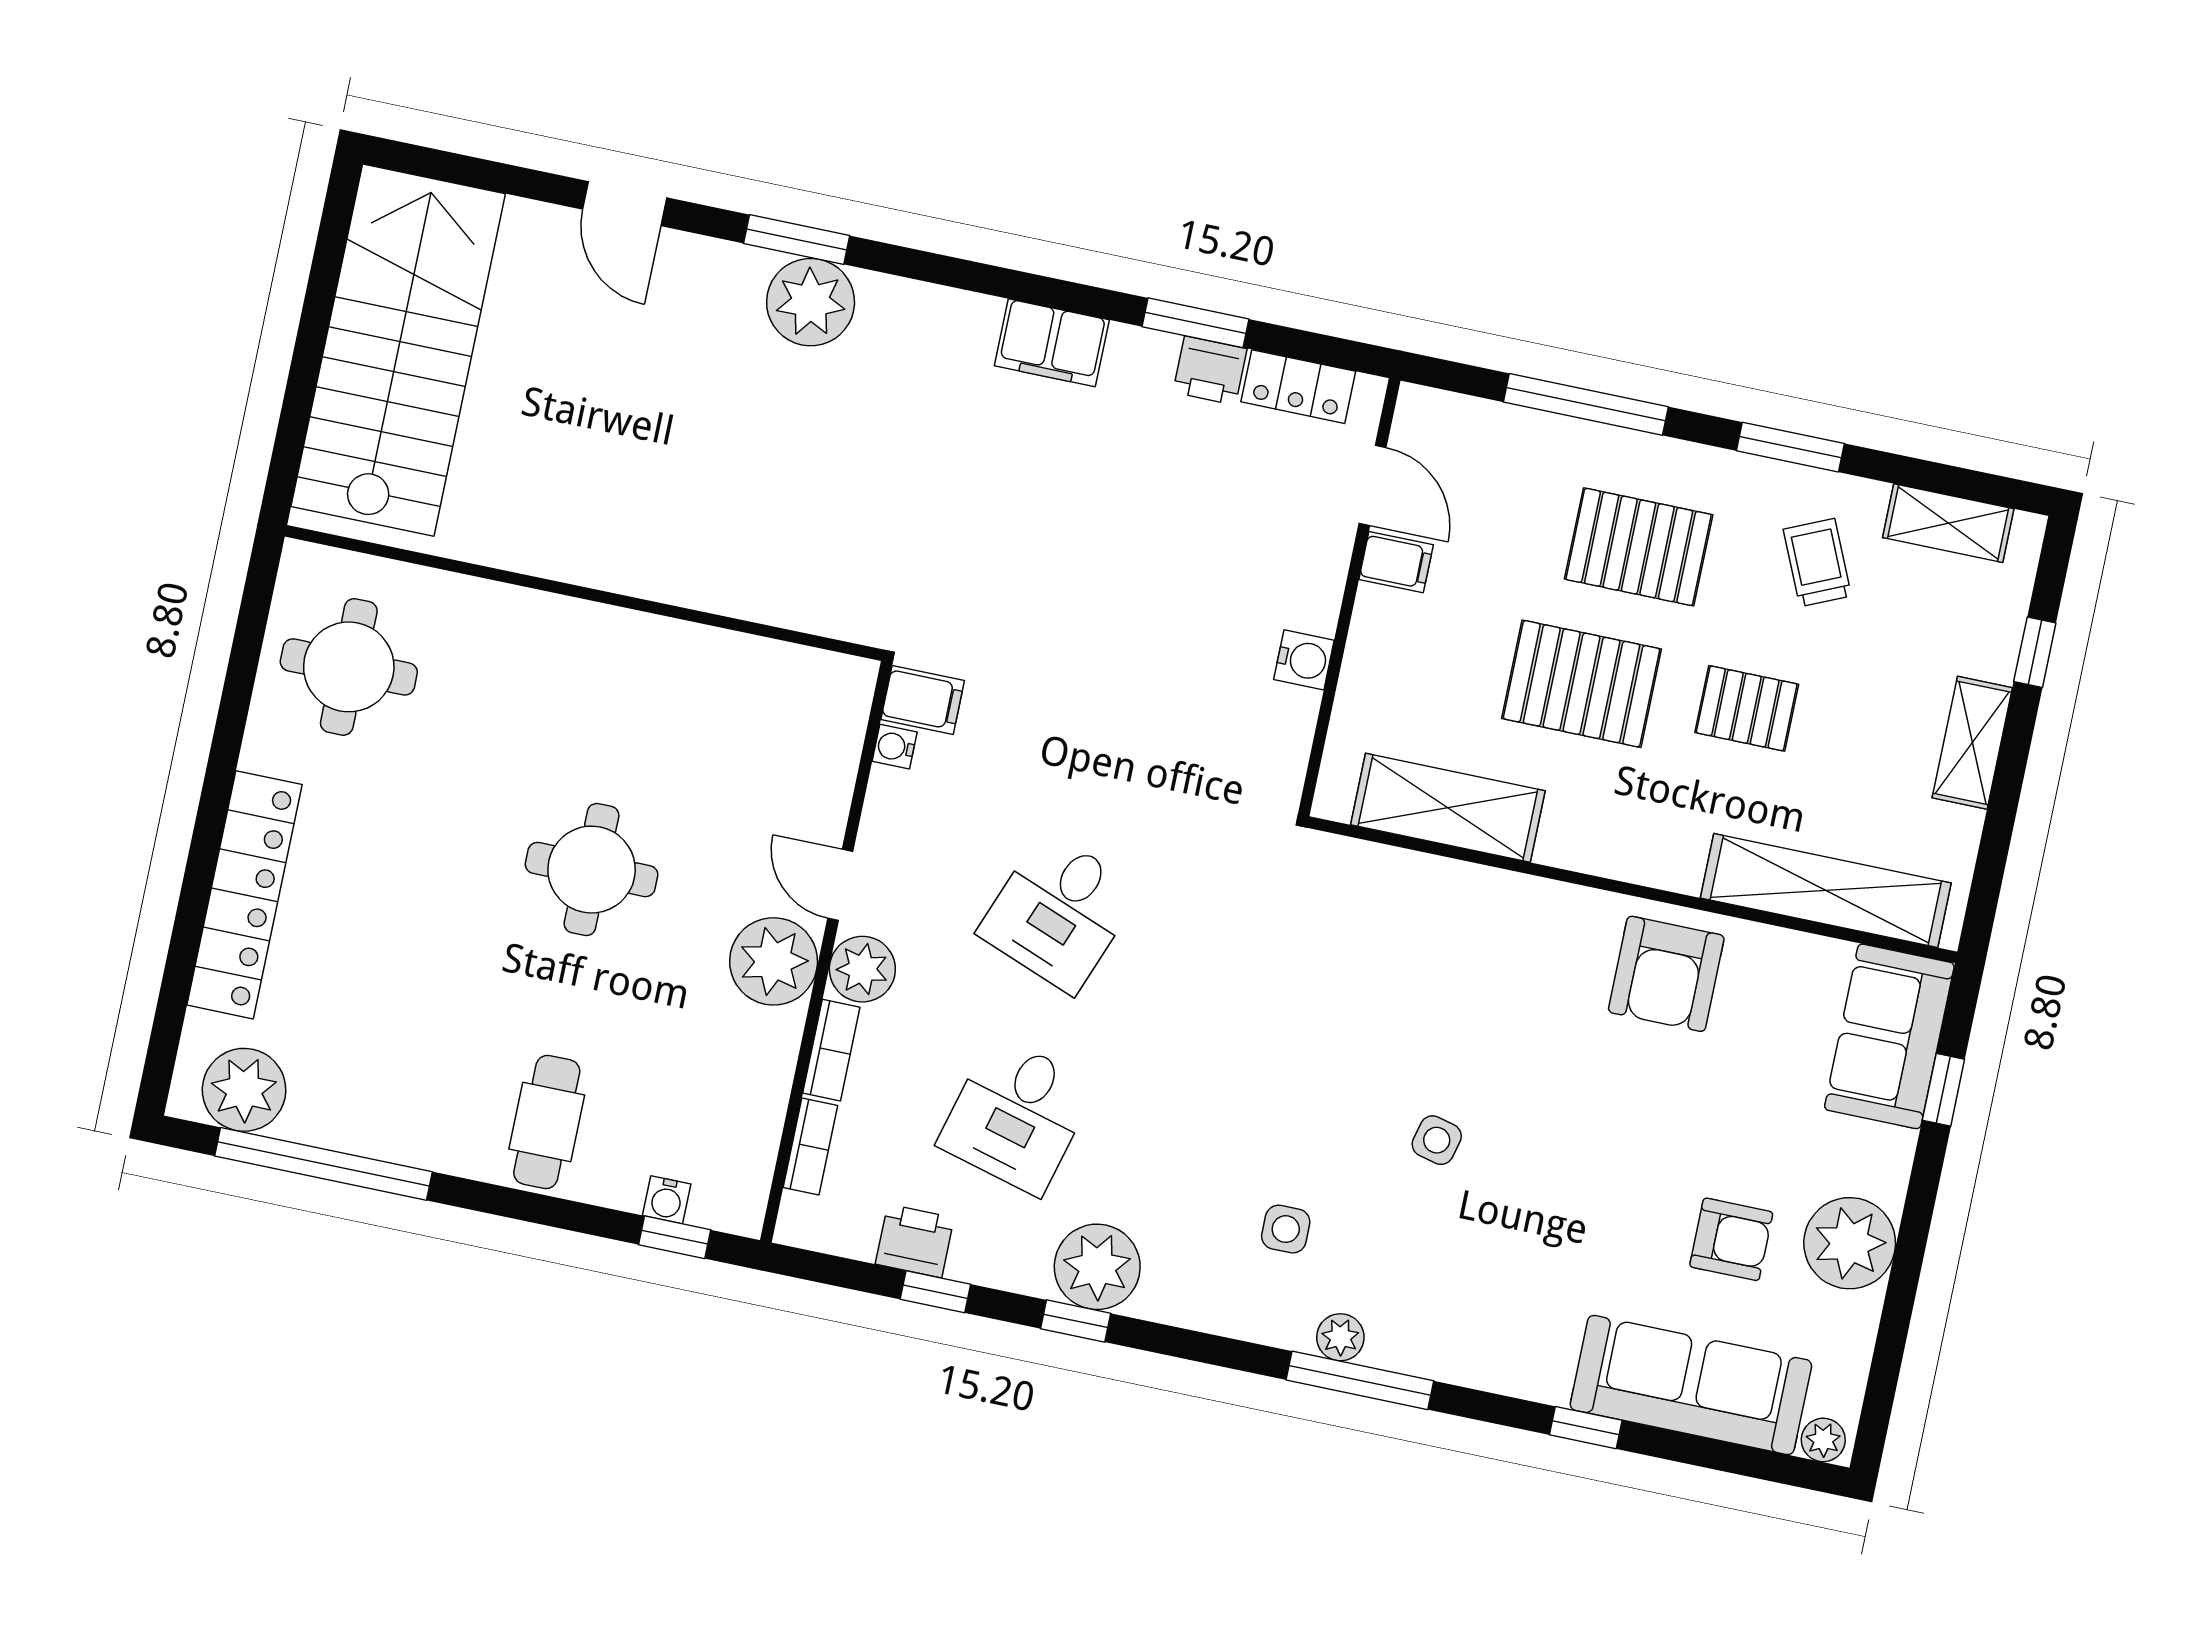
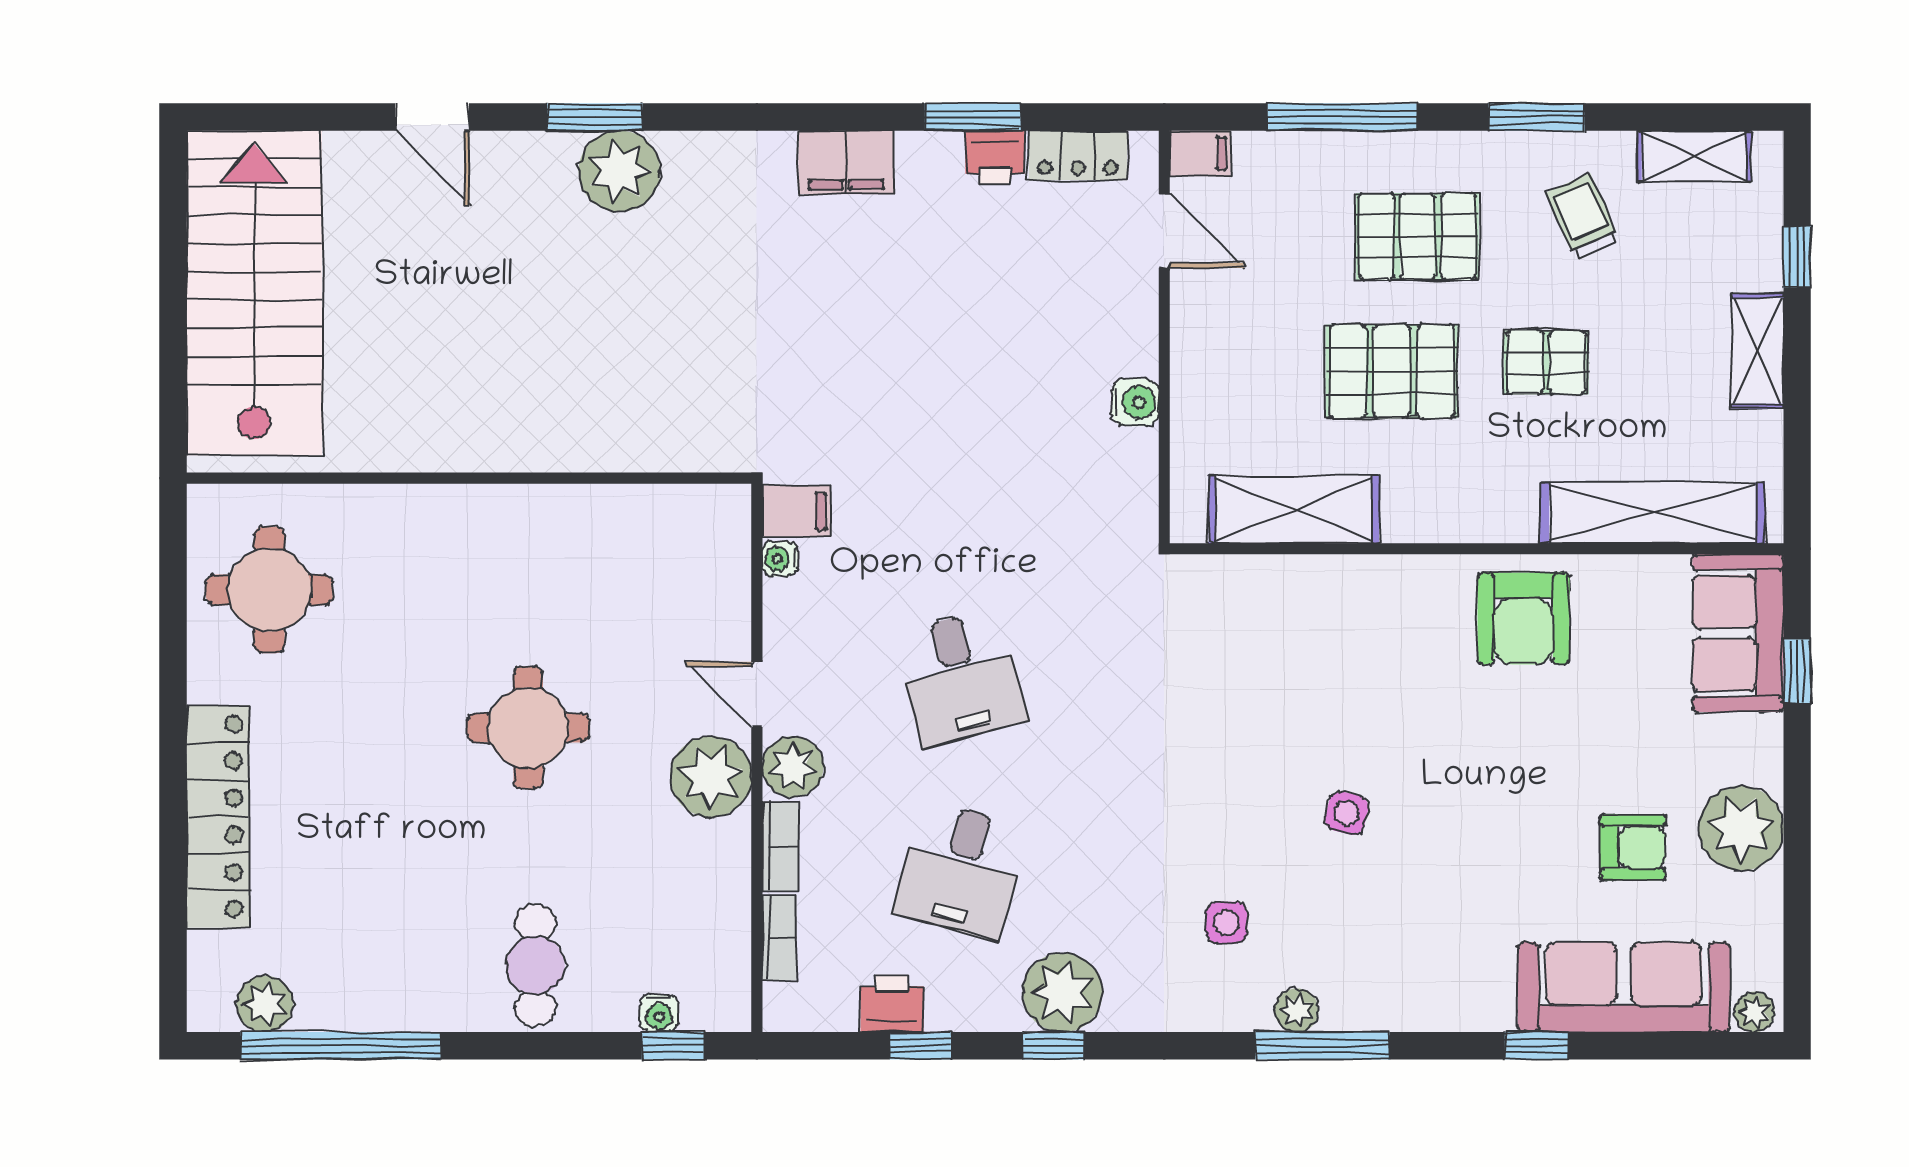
filing cabinet: (1396, 562) -> (1200, 153), moved
desk: (1059, 912) -> (961, 678), turned -36
plant: (244, 1090) -> (265, 1004), width x0.73, depth x0.73

